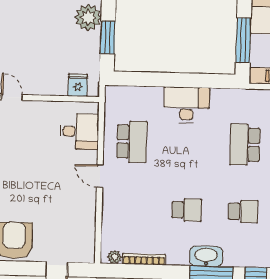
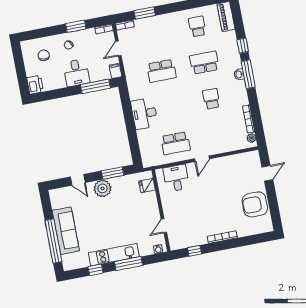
school desk: (132, 142) -> (175, 143), turned 180
school desk: (243, 211) -> (204, 63), width x1.85
washbasin: (206, 256) -> (239, 74), width x0.52, depth x0.69

